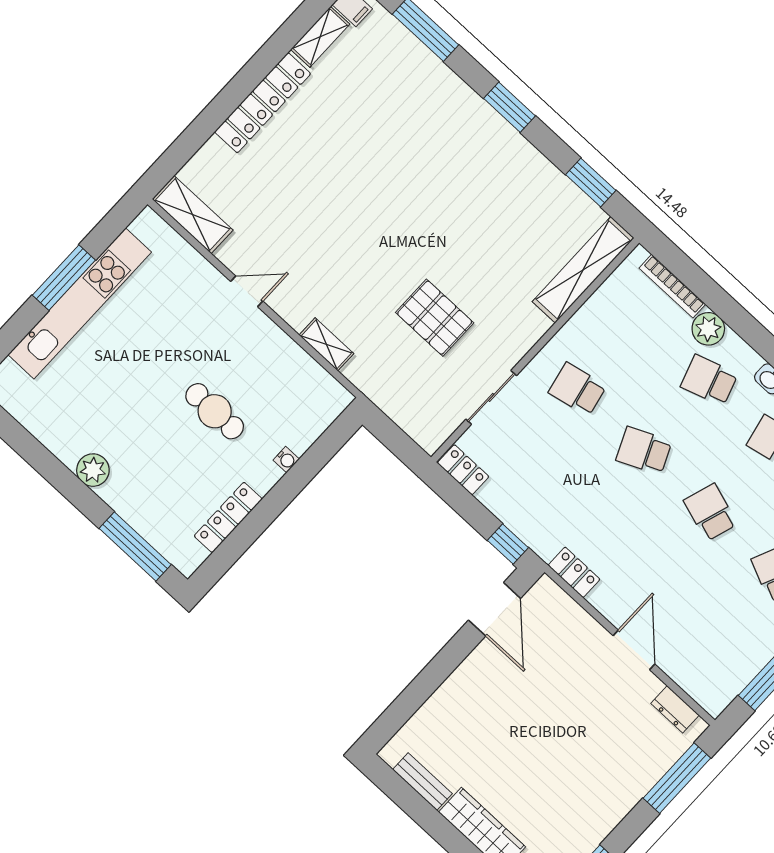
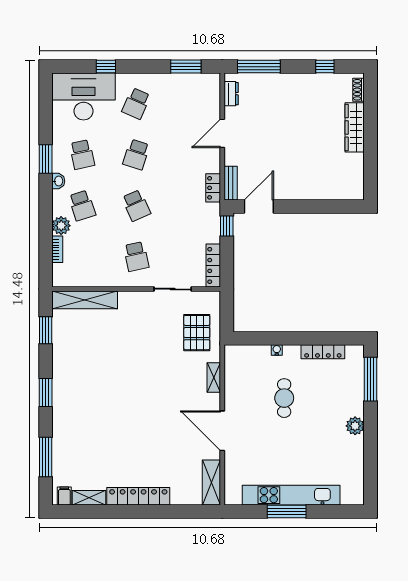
bookcase: (672, 286) -> (57, 249), width x0.64
door: (247, 291) -> (222, 431), width x1.88
pallet: (435, 318) -> (197, 333), moved
locker: (463, 470) -> (213, 265), width x1.53
bench: (422, 782) -> (231, 183), moved

